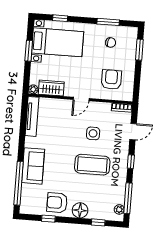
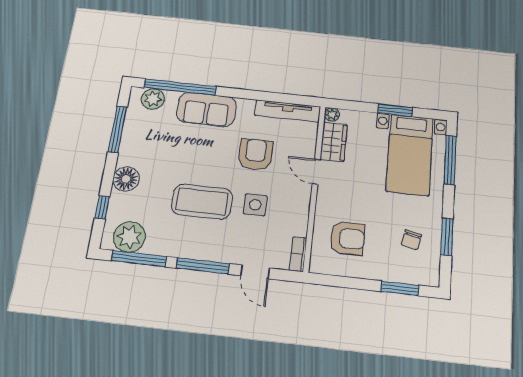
window: (60, 18) -> (450, 160), width x2.17
door: (81, 99) -> (316, 172), moved
window: (131, 162) -> (203, 266), width x2.17
coffee table: (92, 165) -> (202, 202), turned 90
plant: (27, 199) -> (153, 99), added
armchair: (57, 203) -> (256, 154), moved
plant: (119, 209) -> (129, 237), width x1.87, depth x1.87
window: (48, 219) -> (118, 129), width x2.17

